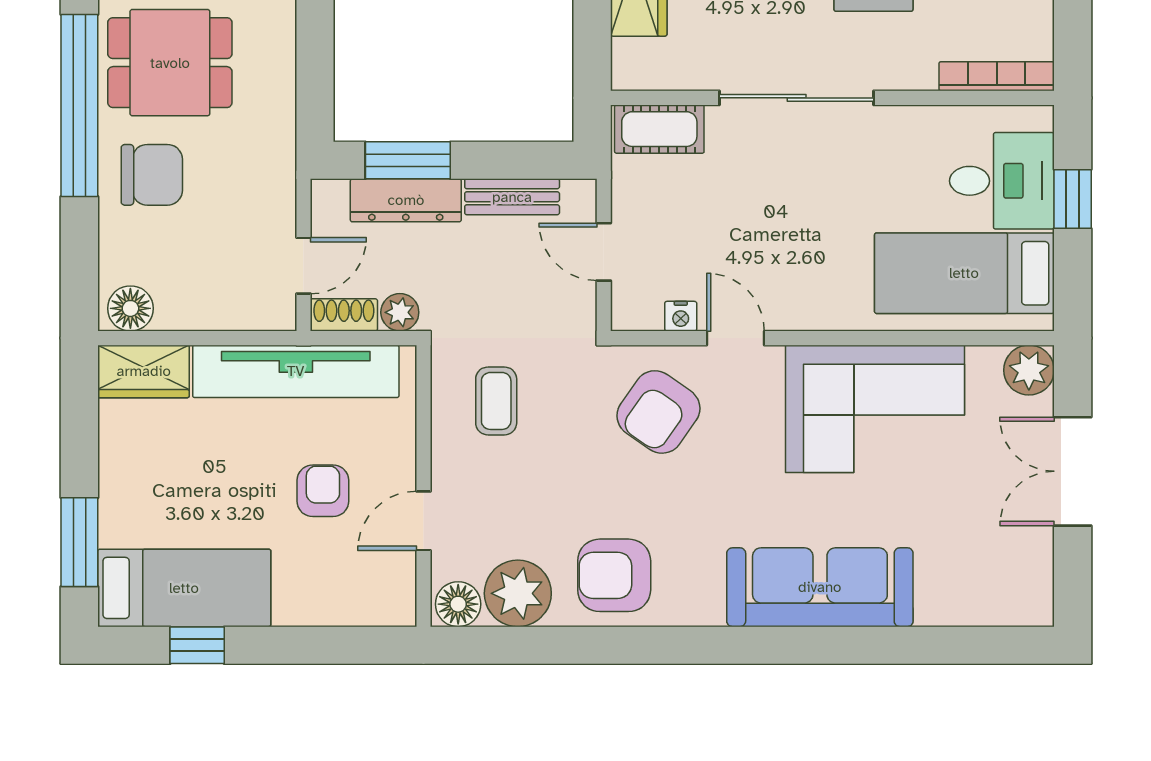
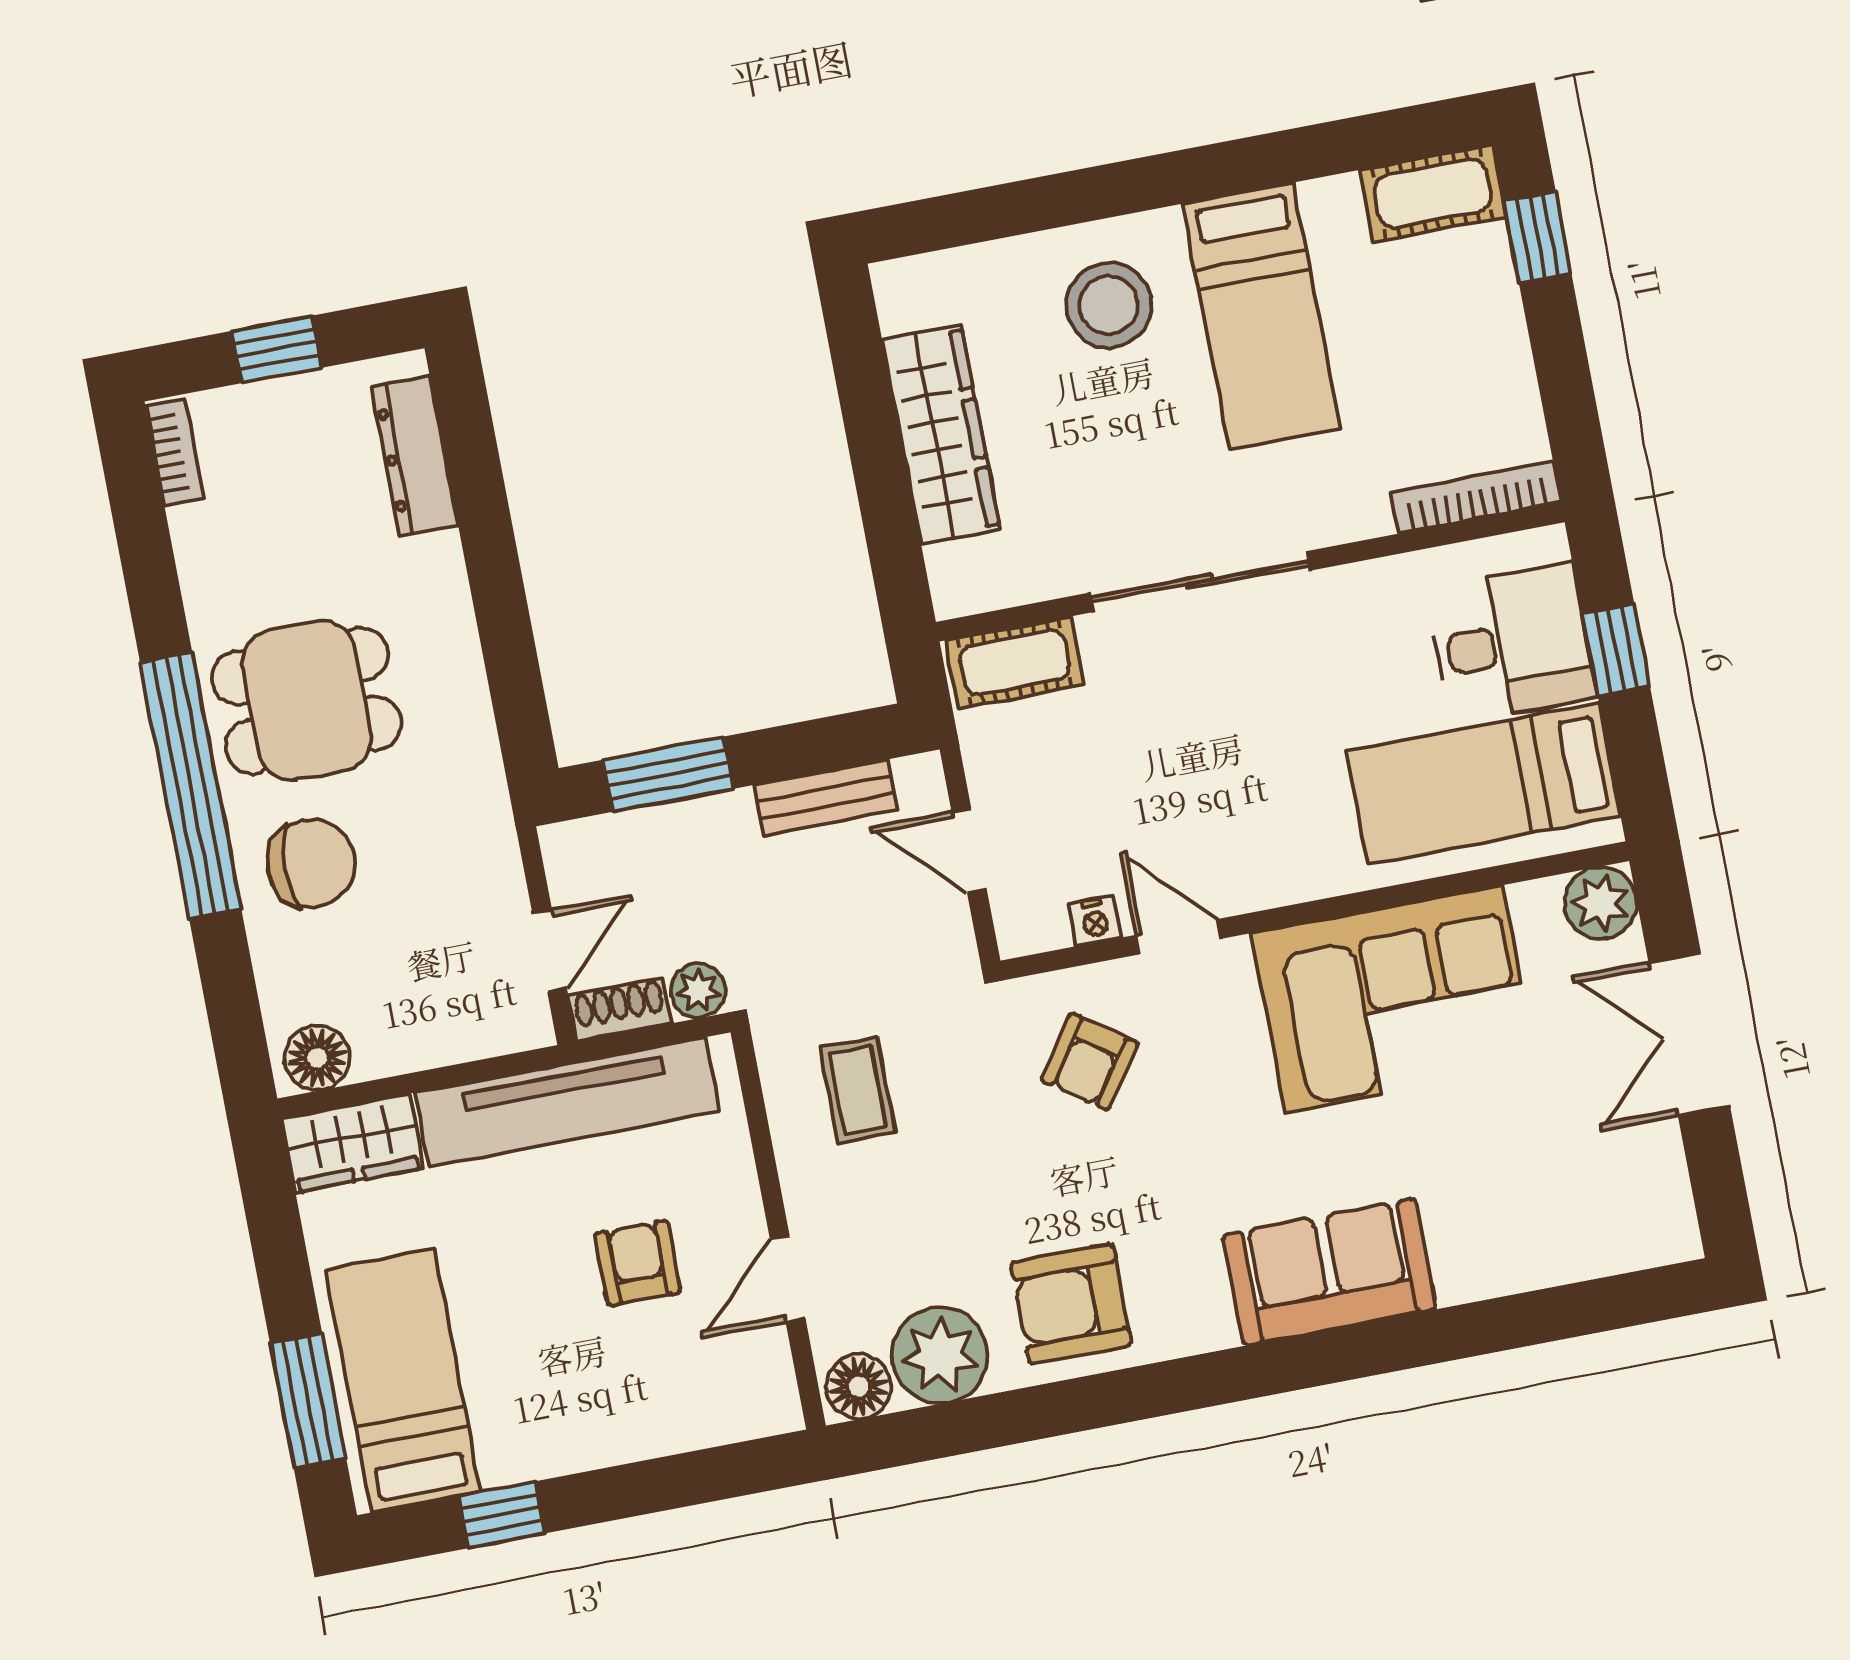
dresser: (406, 200) -> (676, 831), removed
armchair: (658, 412) -> (1090, 1062), width x0.72, depth x0.72
sofa: (820, 587) -> (1330, 1272), width x0.73
bed: (184, 588) -> (403, 1380), moved, turned -90

